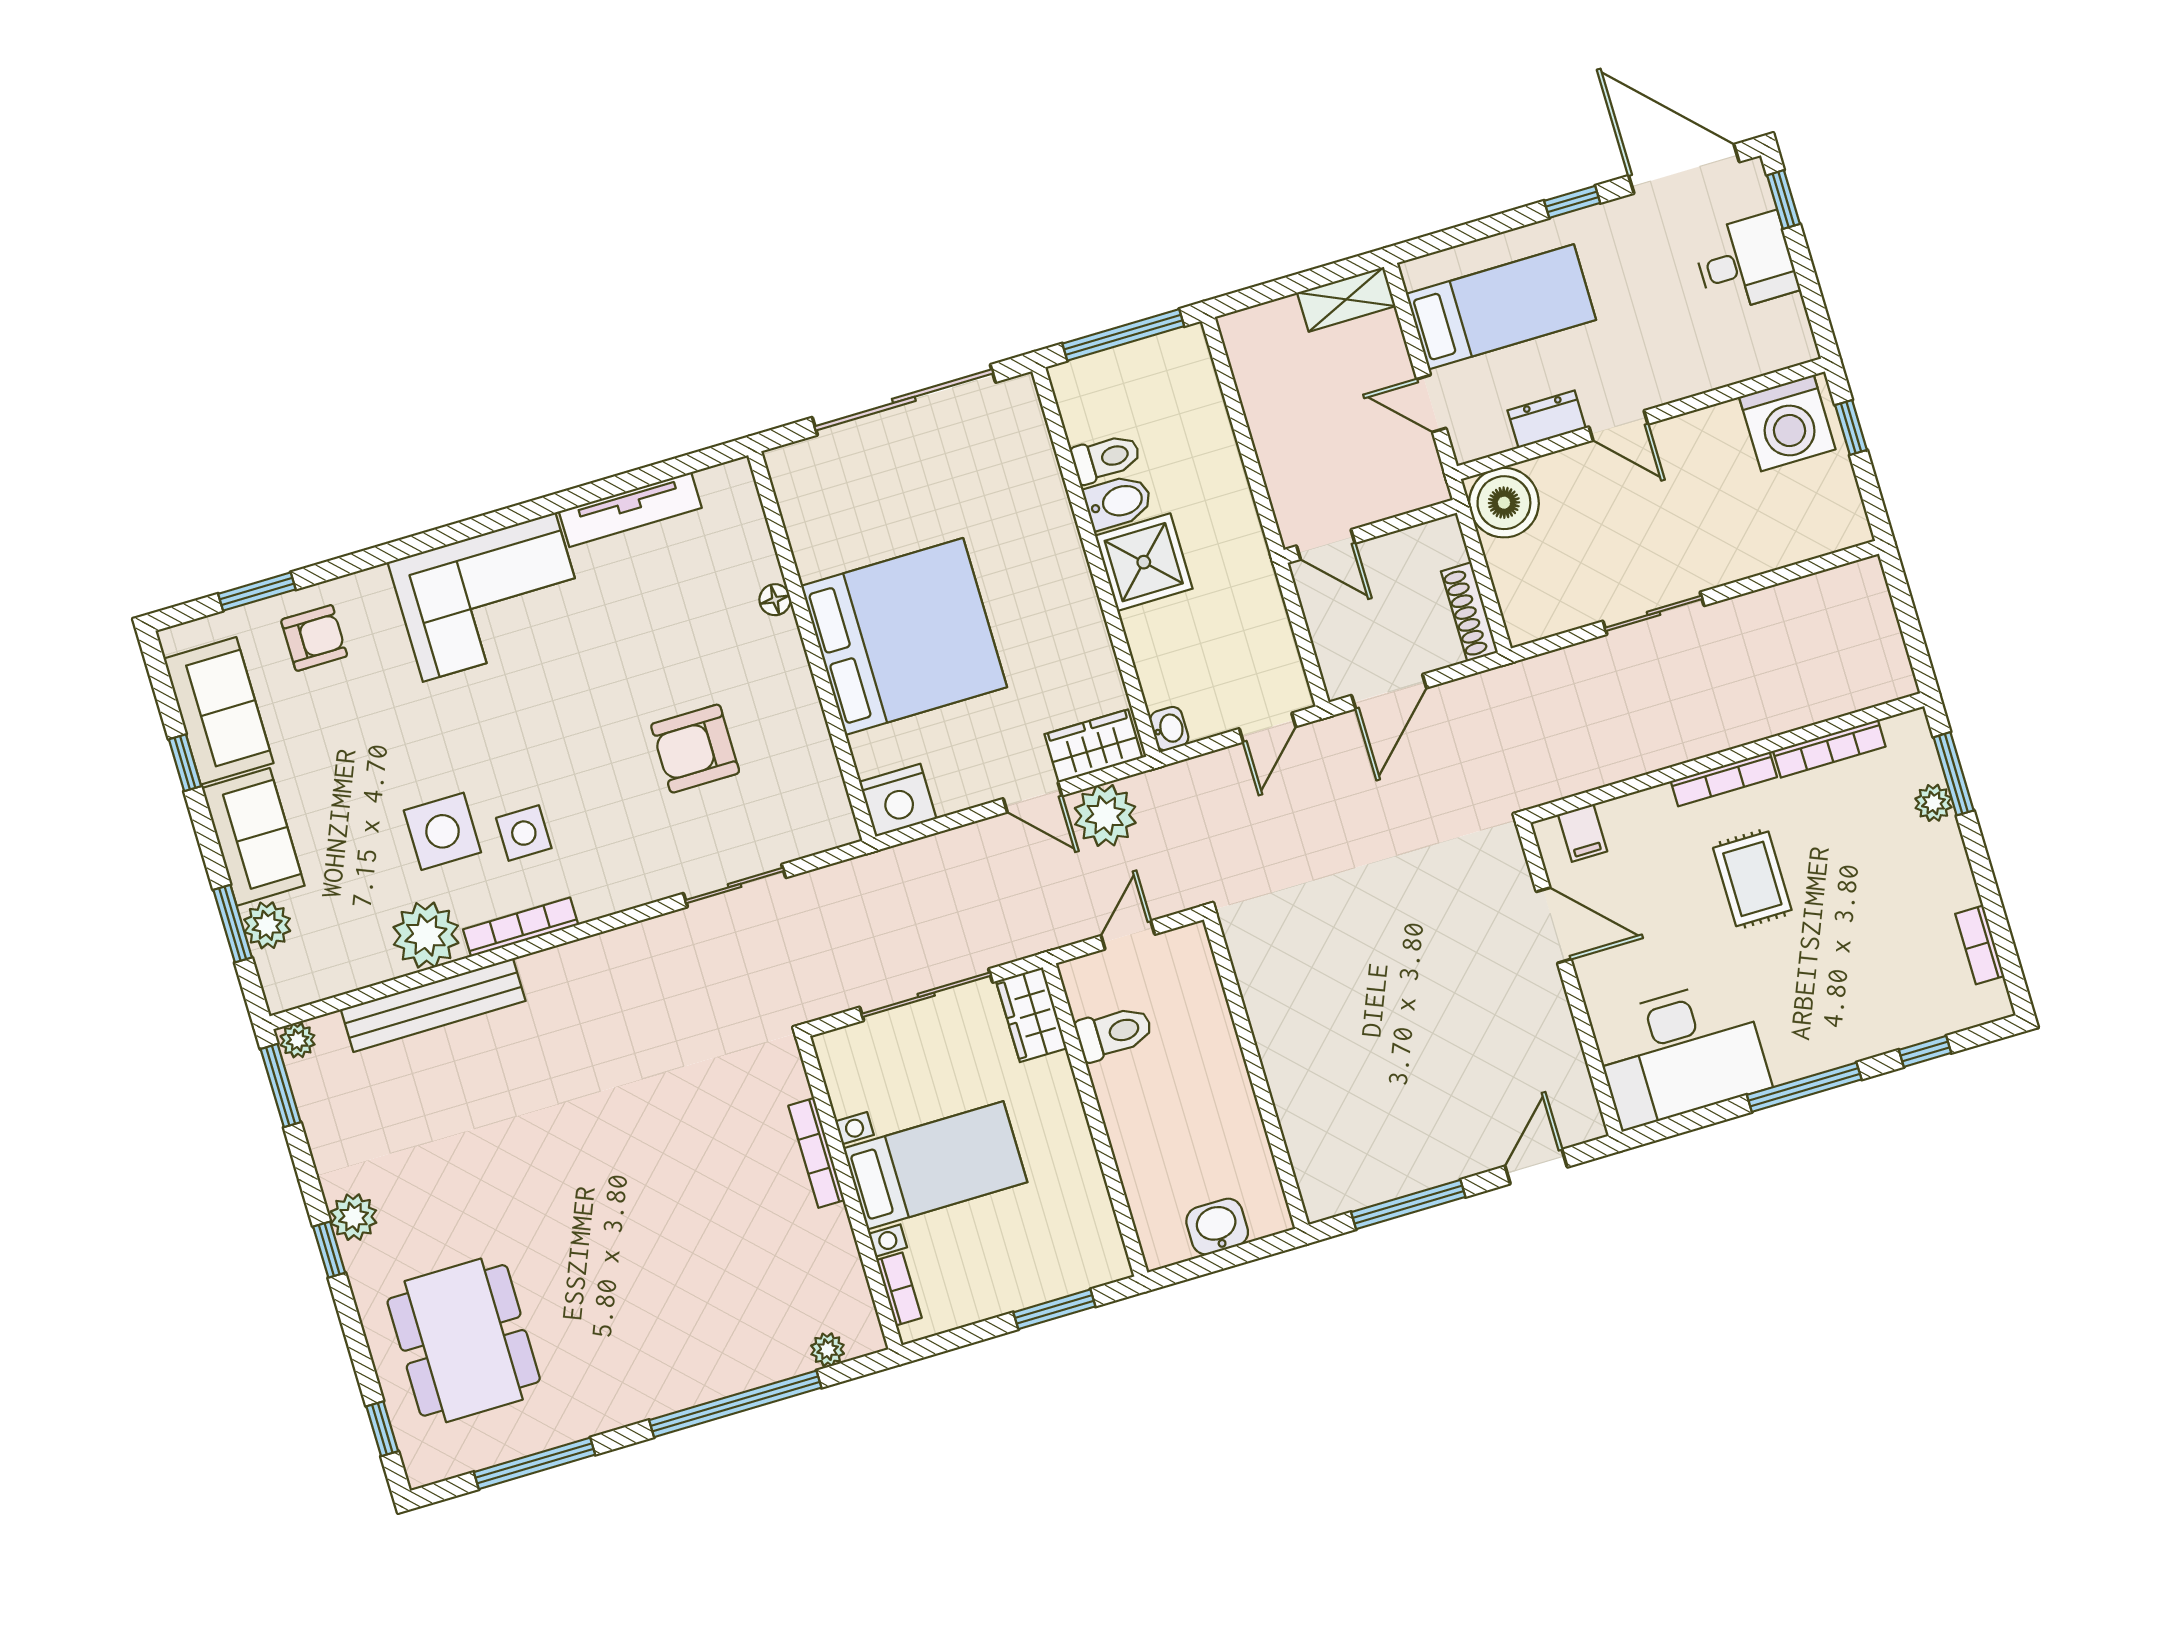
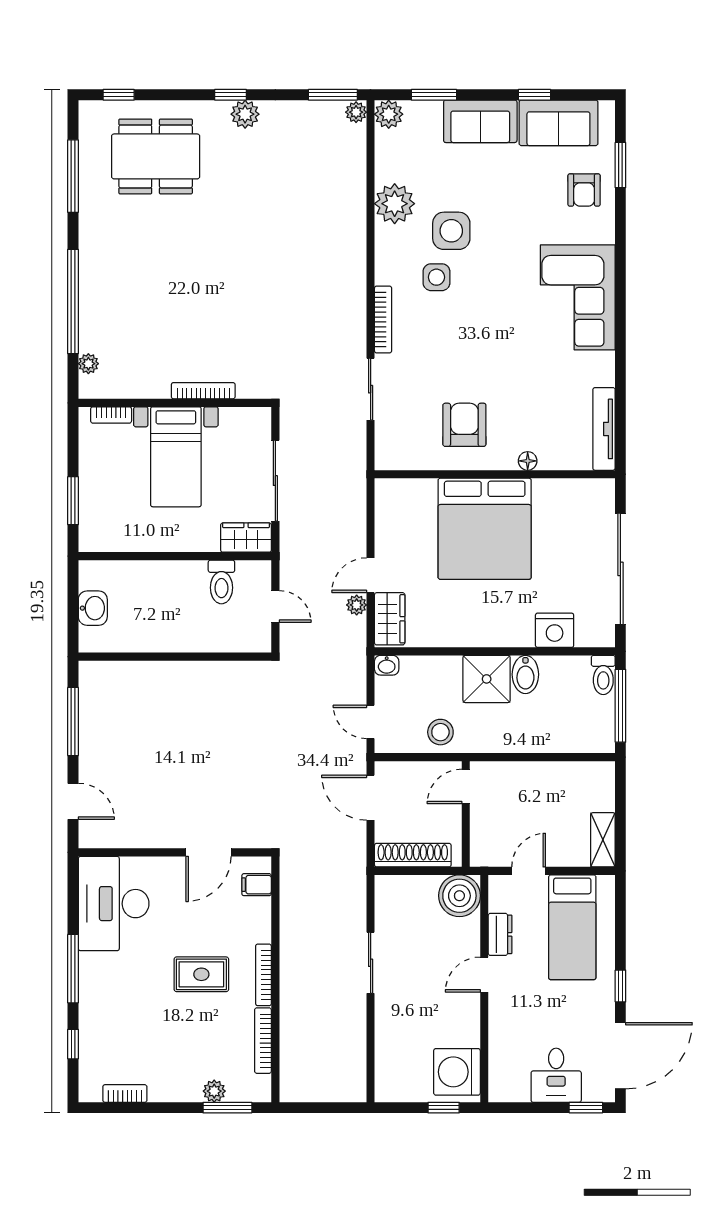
toilet: (1106, 458) -> (603, 675), moved
tv unit: (630, 510) -> (604, 429), moved
stool: (1251, 611) -> (440, 732), added
shoe rack: (1469, 612) -> (413, 855), width x1.36, depth x1.24
armchair: (695, 749) -> (464, 425), moved
nightstand: (898, 800) -> (555, 630), moved, turned -90
plant: (1105, 815) -> (357, 605), width x0.53, depth x0.53
plant: (267, 925) -> (389, 114), moved
bookcase: (521, 927) -> (383, 319), moved
bench: (433, 1005) -> (353, 196), removed

